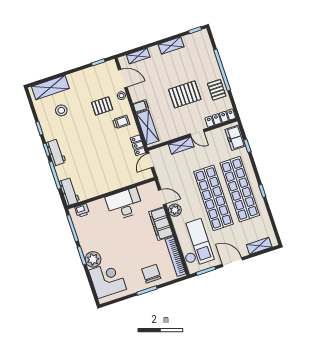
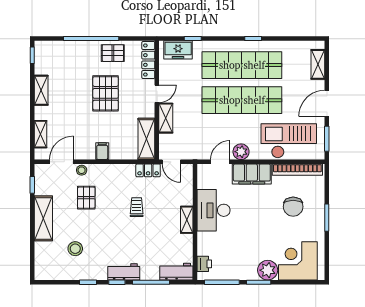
shelving: (50, 88) -> (43, 218), moved
trolley: (121, 122) -> (137, 207), moved
shelving: (148, 127) -> (146, 139), moved, turned 90
shelving: (111, 186) -> (187, 220), added
chair: (151, 274) -> (293, 207), moved, turned -90

